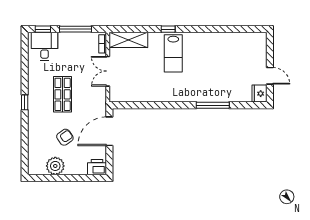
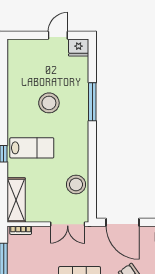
stool: (212, 68) -> (49, 103), added
double door: (108, 71) -> (68, 224), moved
stool: (142, 91) -> (76, 184), added

